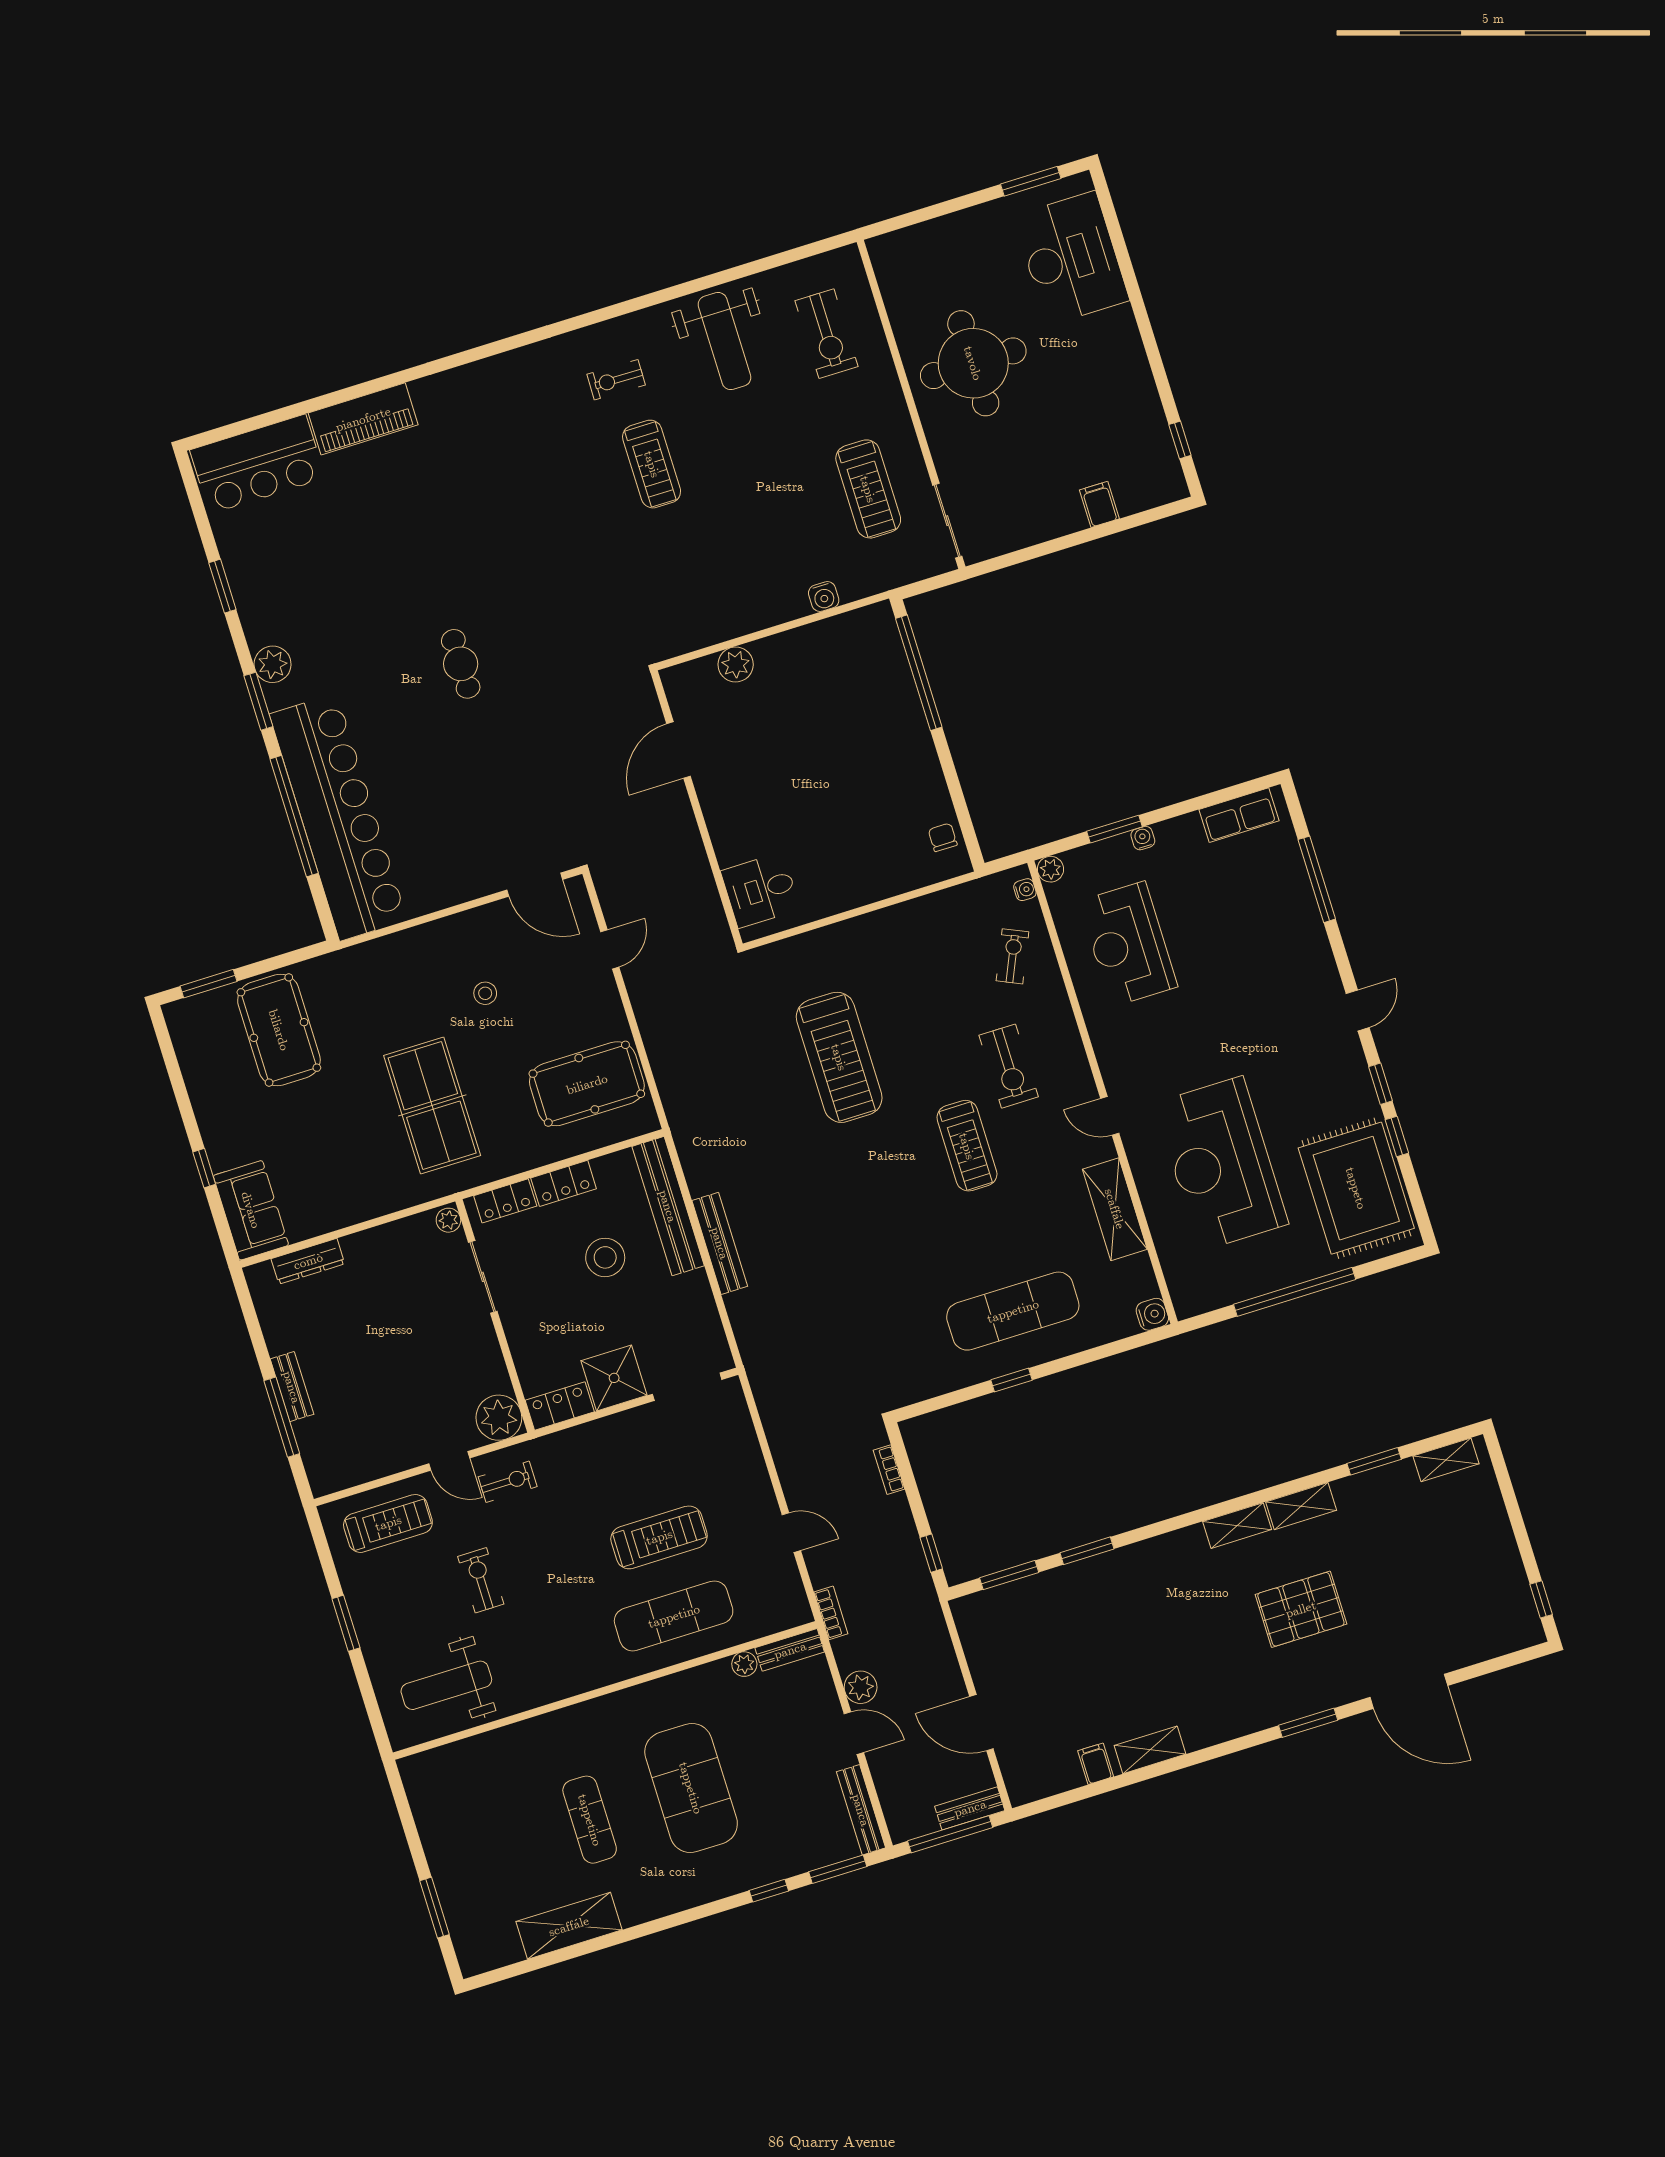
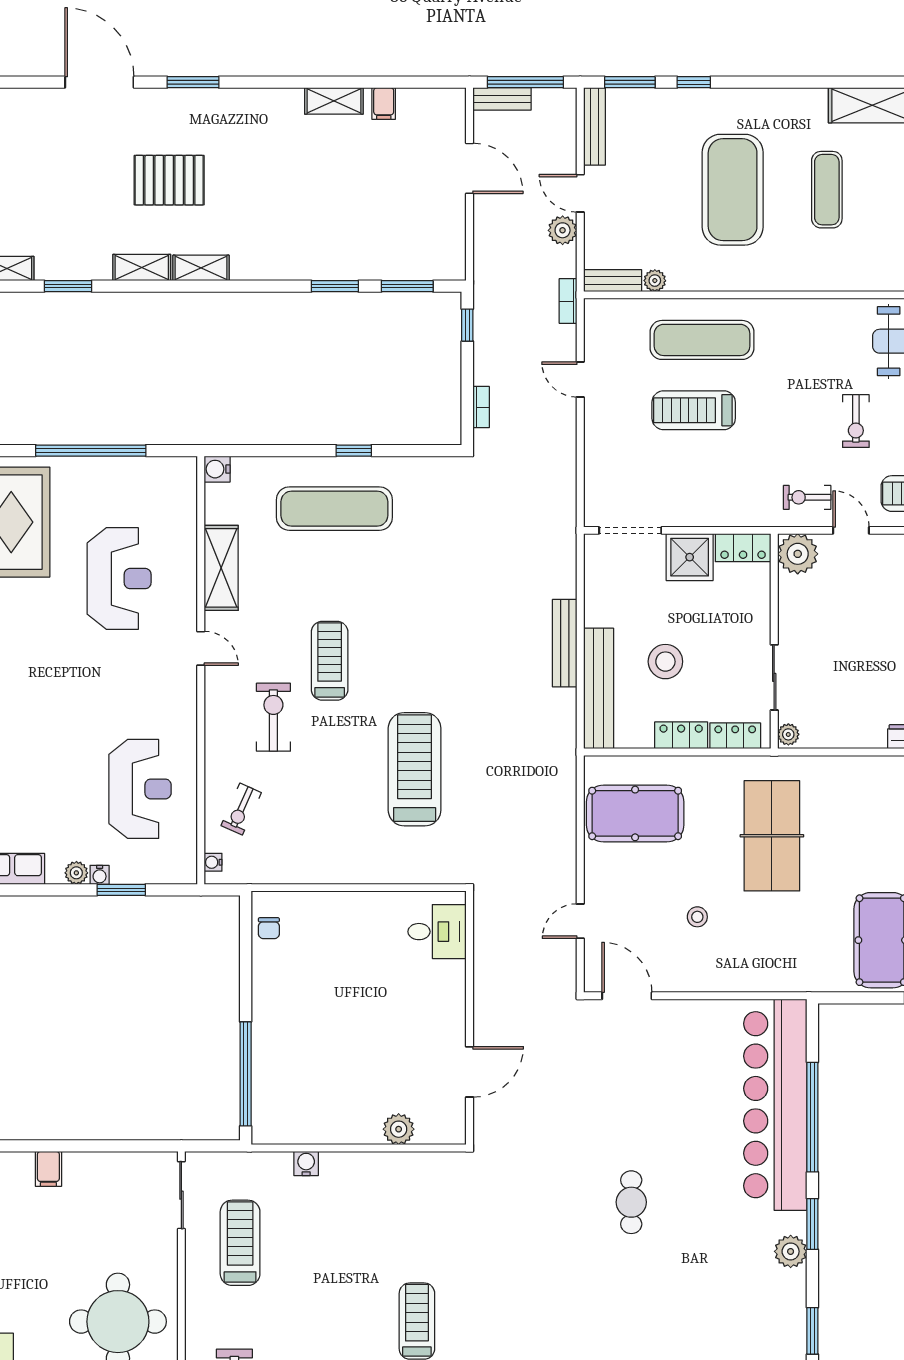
plant: (1050, 869) -> (76, 873), moved
reception desk: (1221, 1164) -> (119, 579), width x0.74, depth x0.77

